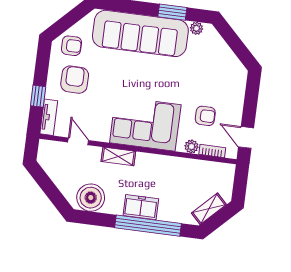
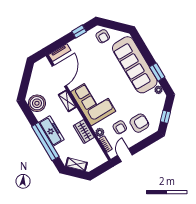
window: (238, 47) -> (165, 117), added
armchair: (75, 80) -> (139, 123), moved
window: (38, 96) -> (79, 32), moved
door: (78, 141) -> (59, 76), width x1.87
wardrobe: (174, 166) -> (84, 132), added
freezer: (141, 207) -> (51, 131), width x1.40

